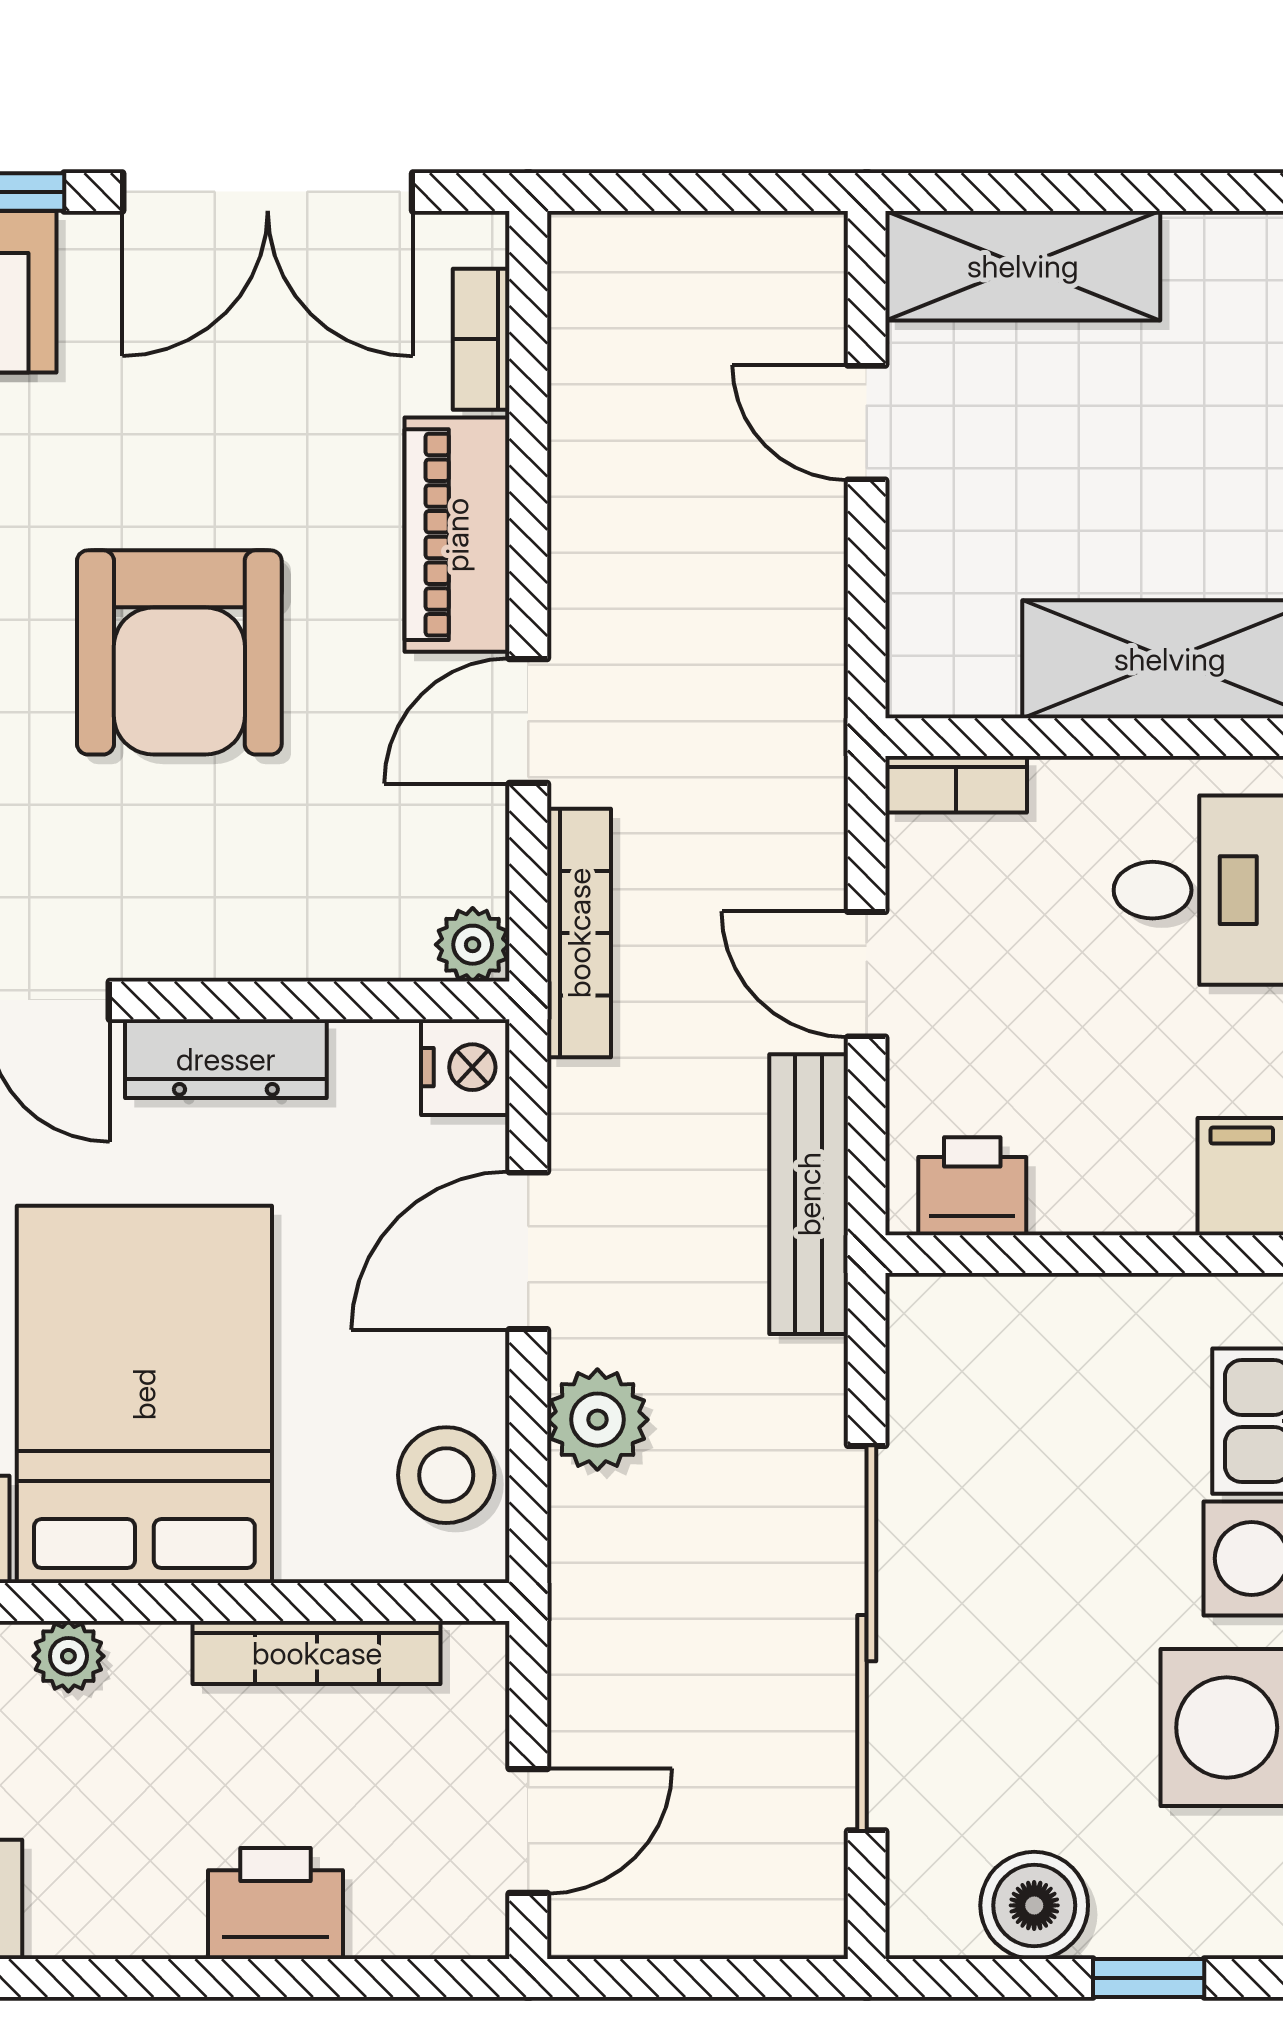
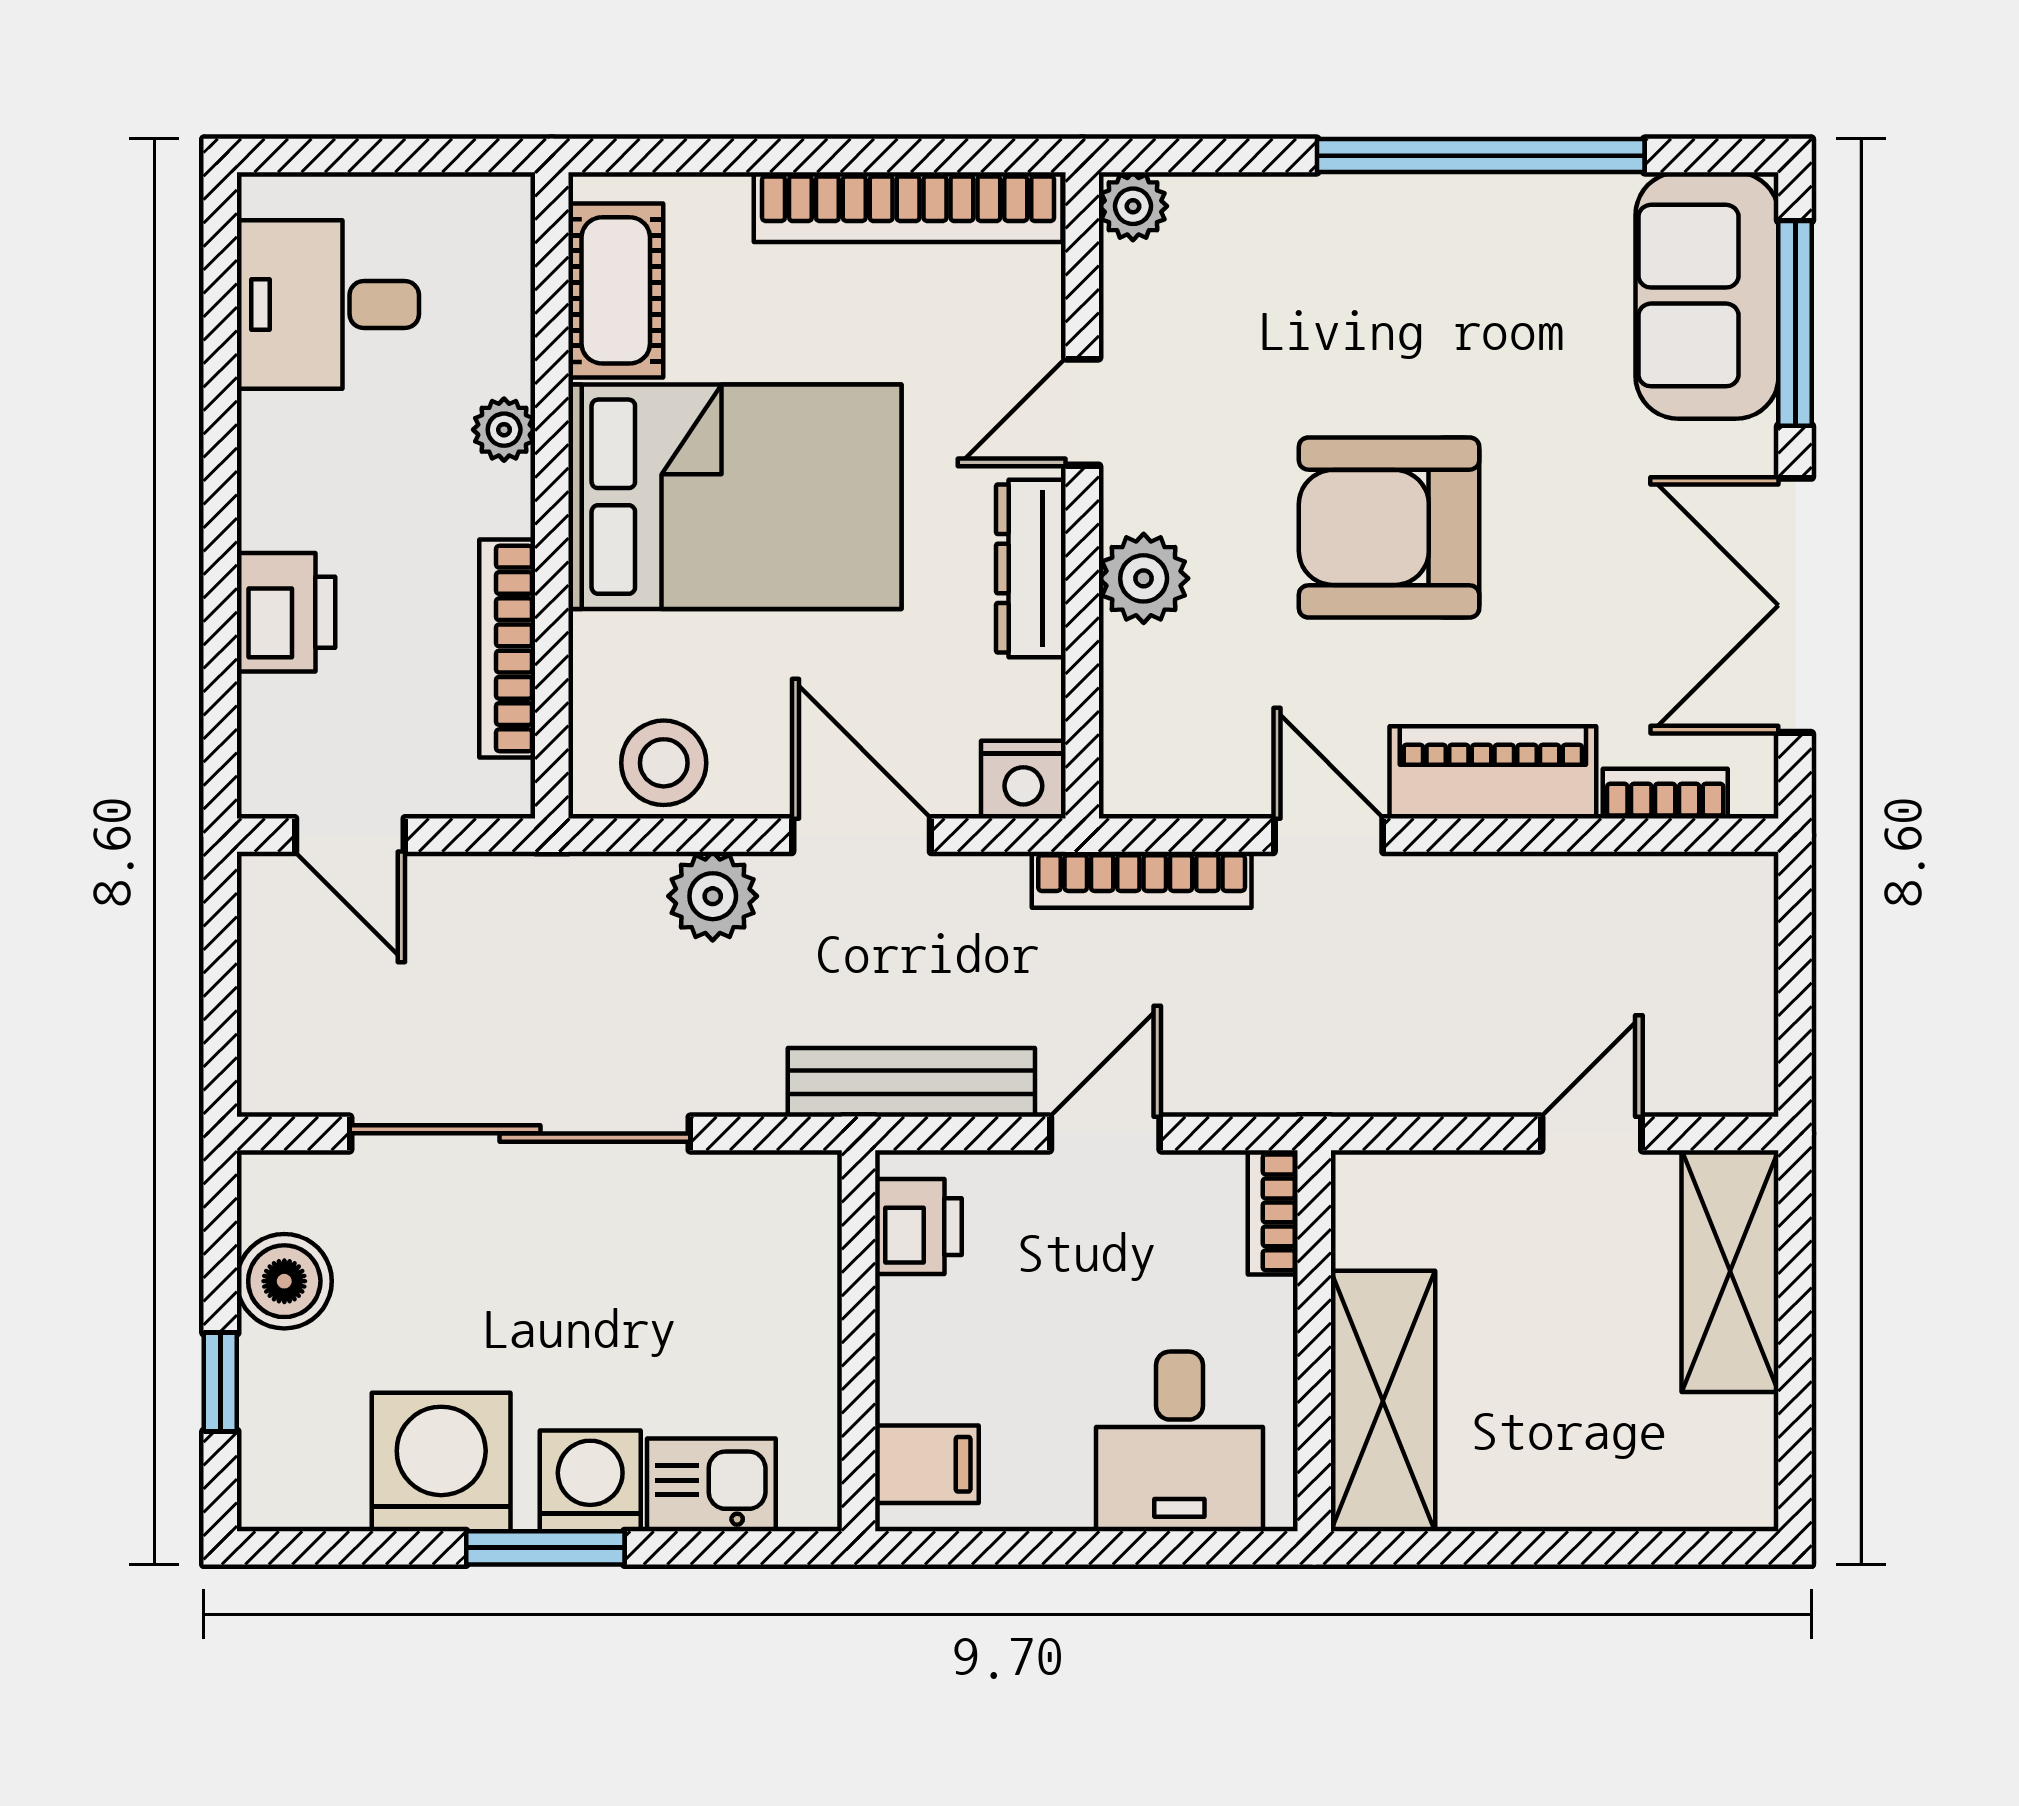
plant: (473, 945) -> (1144, 578), moved, width x1.38, depth x1.38

